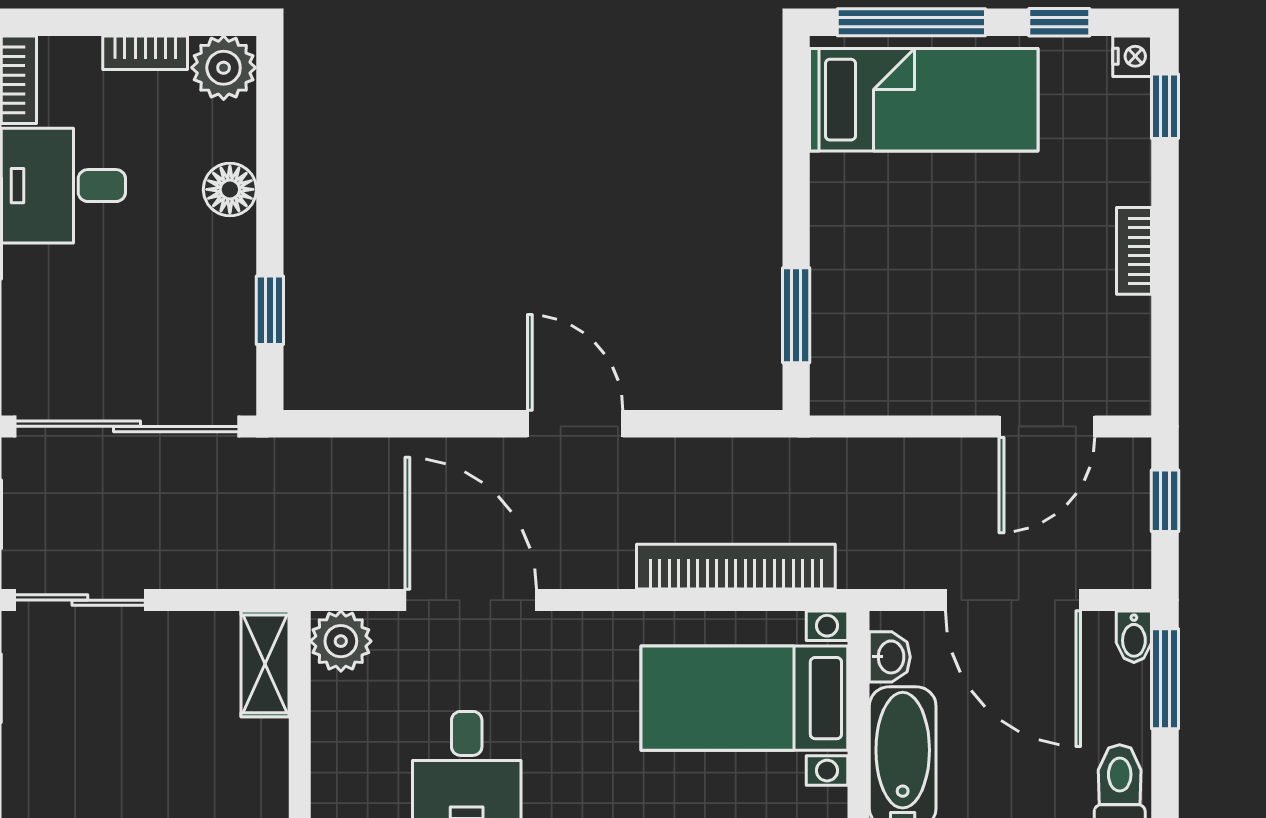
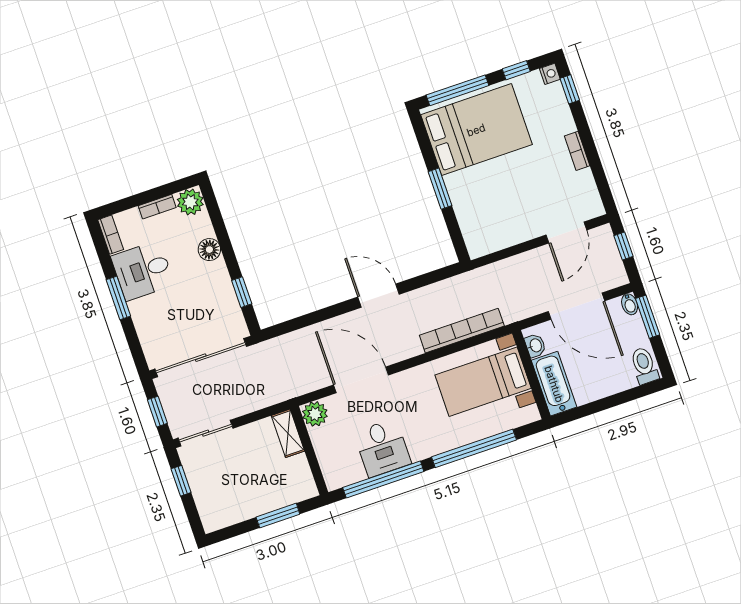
bed: (924, 100) -> (476, 130), width x1.50
window: (796, 315) -> (440, 189), moved

